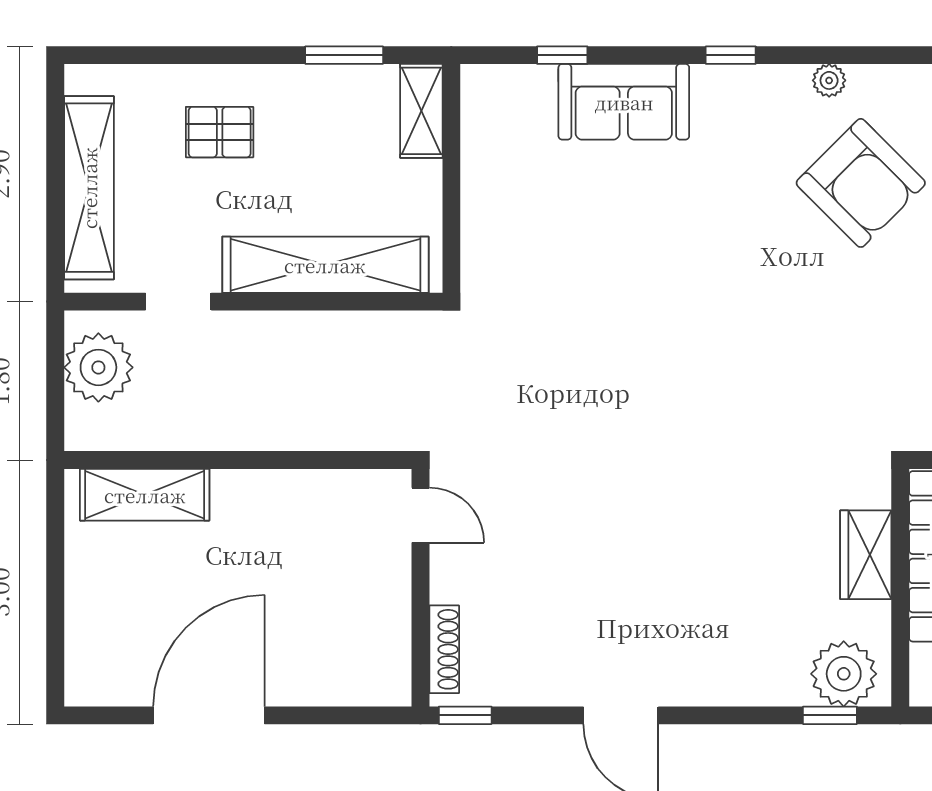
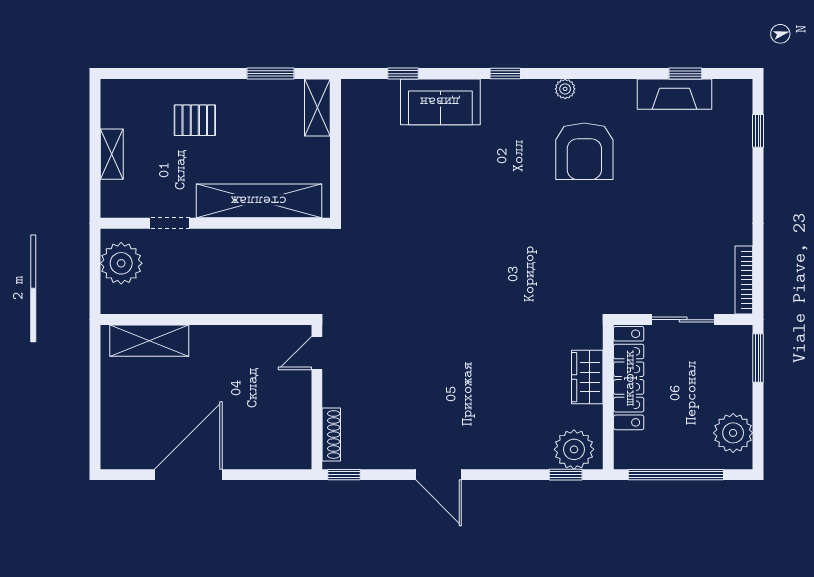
armchair: (861, 183) -> (584, 151), turned 45
shelving: (89, 188) -> (112, 154), width x0.45, depth x0.75
door: (421, 515) -> (317, 353), swing flipped

